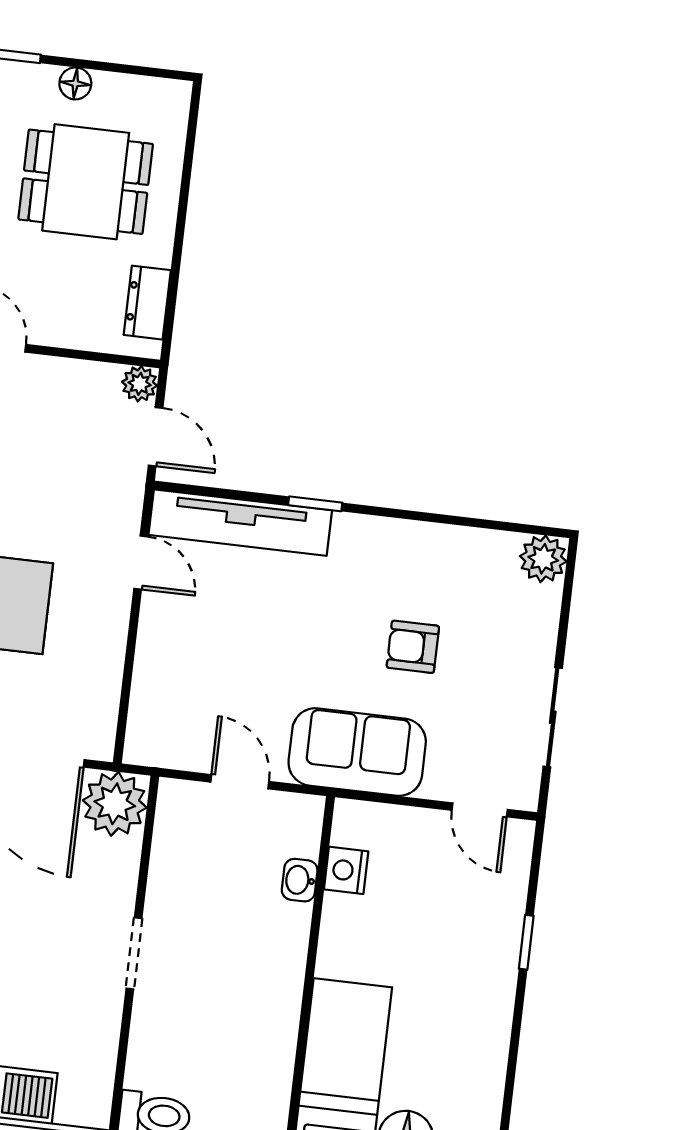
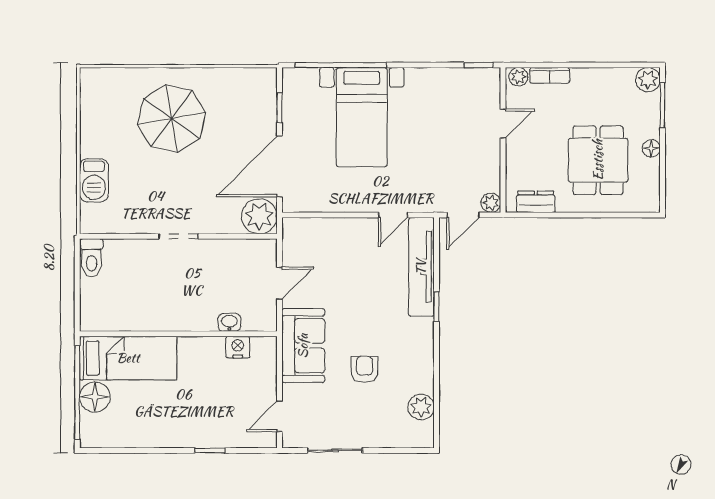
plant: (543, 559) -> (421, 407), moved

